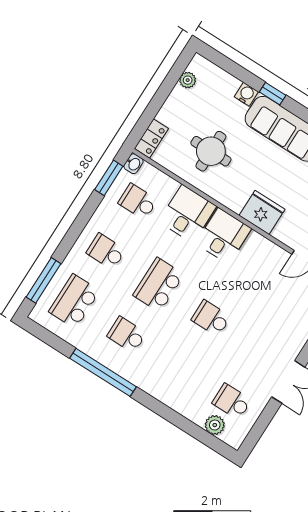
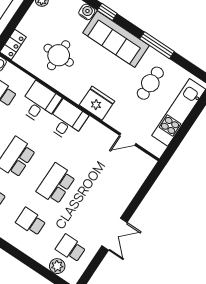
school desk: (211, 318) -> (56, 184), width x1.85
school desk: (179, 368) -> (31, 222), added

